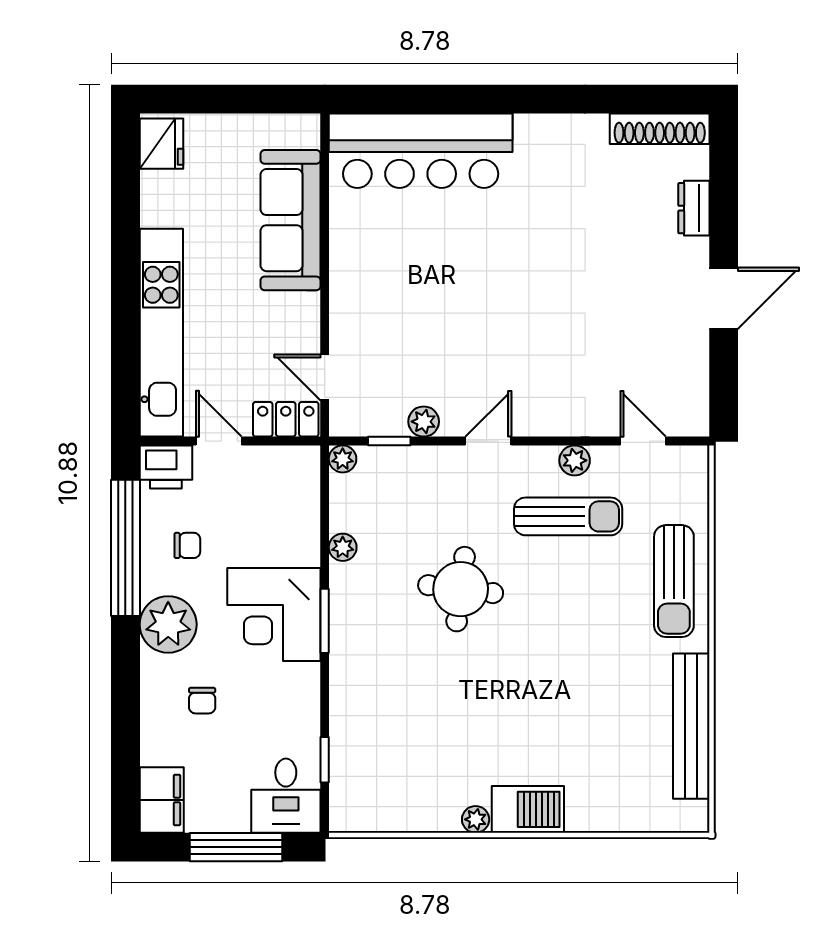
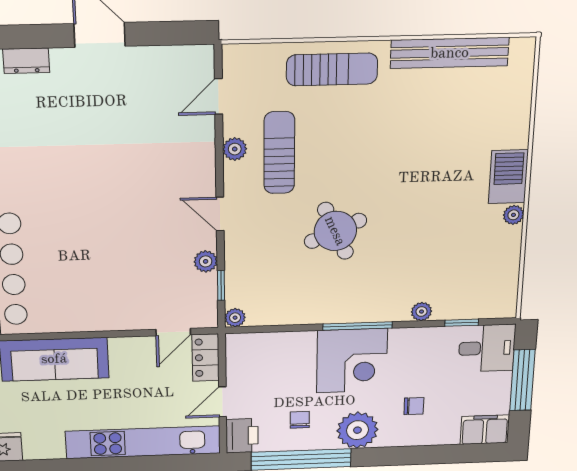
plant: (343, 547) -> (421, 312), moved
round table: (461, 589) -> (335, 231), turned -31
window: (325, 621) -> (358, 326), width x1.44

